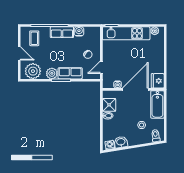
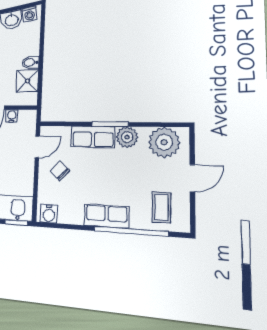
water cooler: (79, 31) -> (49, 214), moved
door: (19, 53) -> (192, 178), swing flipped

